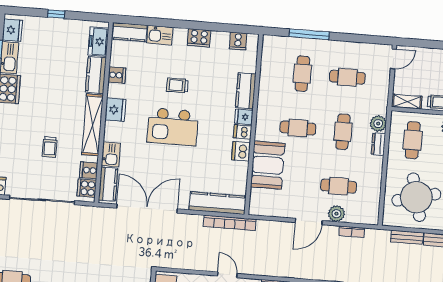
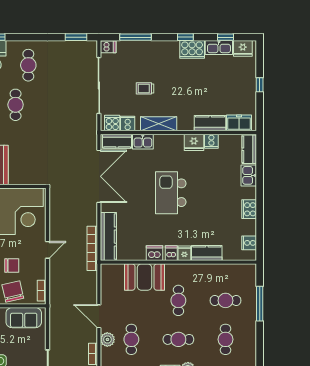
trolley: (177, 85) -> (207, 194), removed
fridge: (115, 110) -> (194, 142), moved
shelving: (93, 125) -> (159, 124), width x0.68

